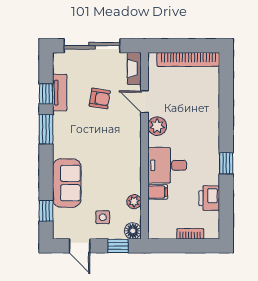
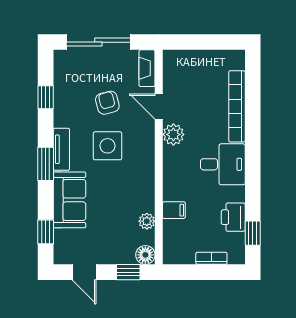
bookcase: (188, 59) -> (237, 106), moved, turned 90
tv unit: (60, 93) -> (61, 149), moved
armchair: (100, 99) -> (107, 103), turned -114
window: (46, 129) -> (46, 164), moved
window: (226, 163) -> (253, 233), moved
desk: (167, 165) -> (223, 164), moved, turned 180
side table: (103, 217) -> (107, 146), moved, width x1.87, depth x1.87

